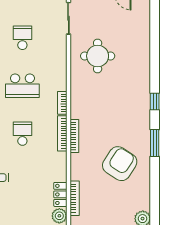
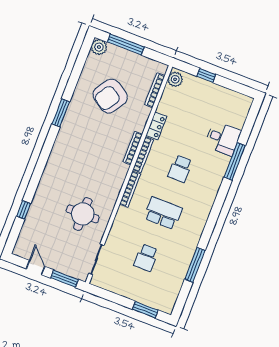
window: (155, 102) -> (24, 210), moved
bookcase: (62, 103) -> (130, 189), width x1.56
armchair: (120, 164) -> (110, 96), moved
locker: (60, 194) -> (156, 126), moved

